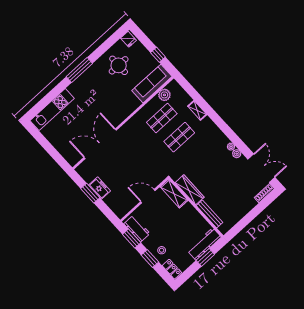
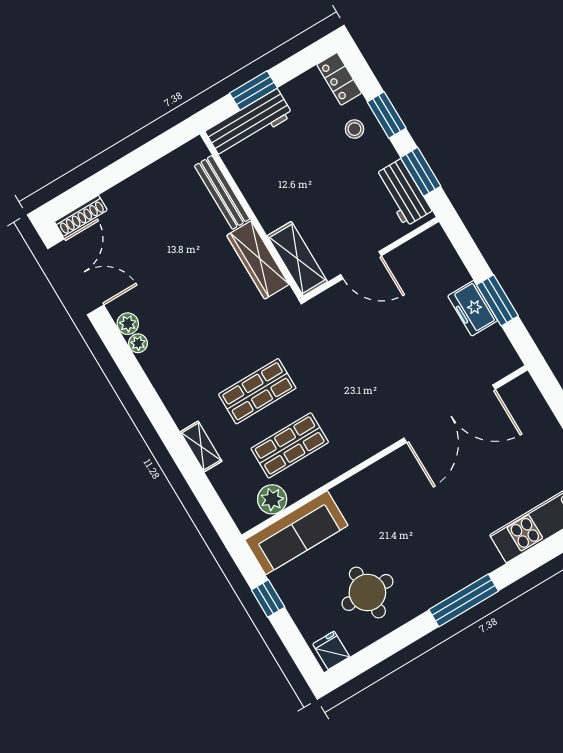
double door: (261, 168) -> (76, 277), swing flipped

